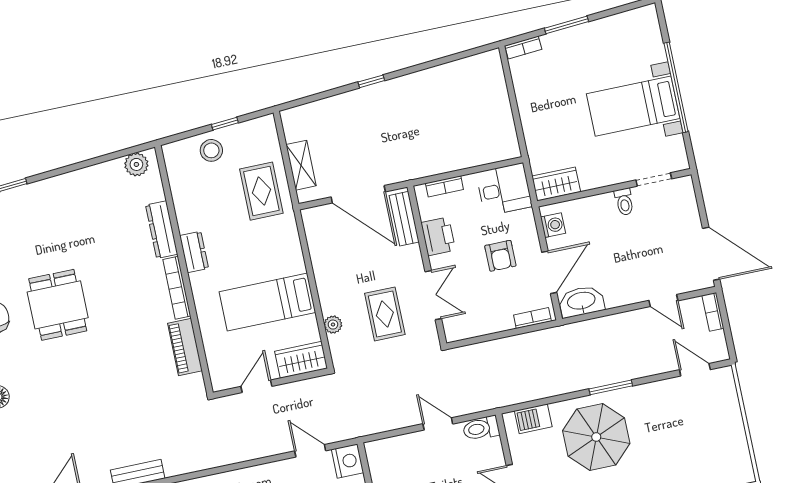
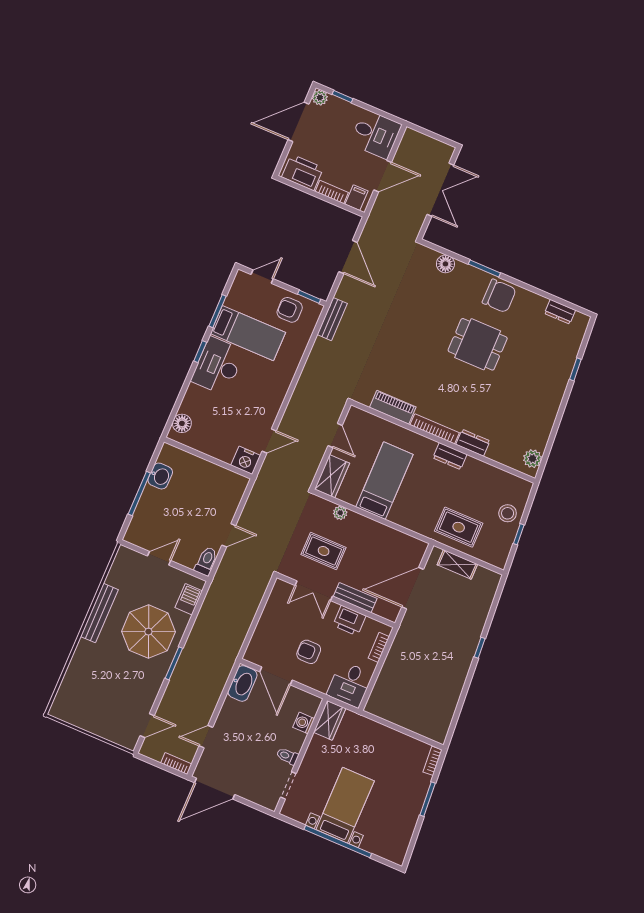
bench: (404, 219) -> (355, 598), moved
washing machine: (553, 225) -> (304, 723), moved, turned 90
dresser: (162, 230) -> (473, 443), width x0.70
bookcase: (532, 318) -> (254, 644), removed

